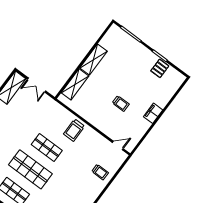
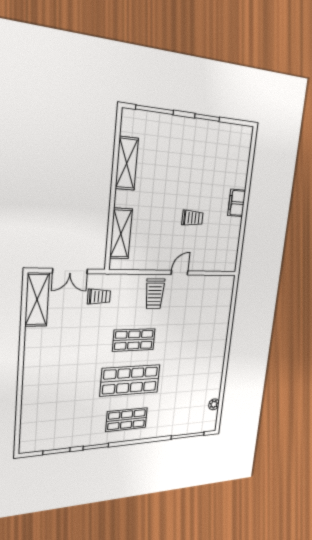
shelving: (93, 60) -> (127, 163), moved
pallet: (160, 68) -> (216, 136), removed
door: (118, 146) -> (180, 273), moved
trolley: (100, 172) -> (99, 297), moved

